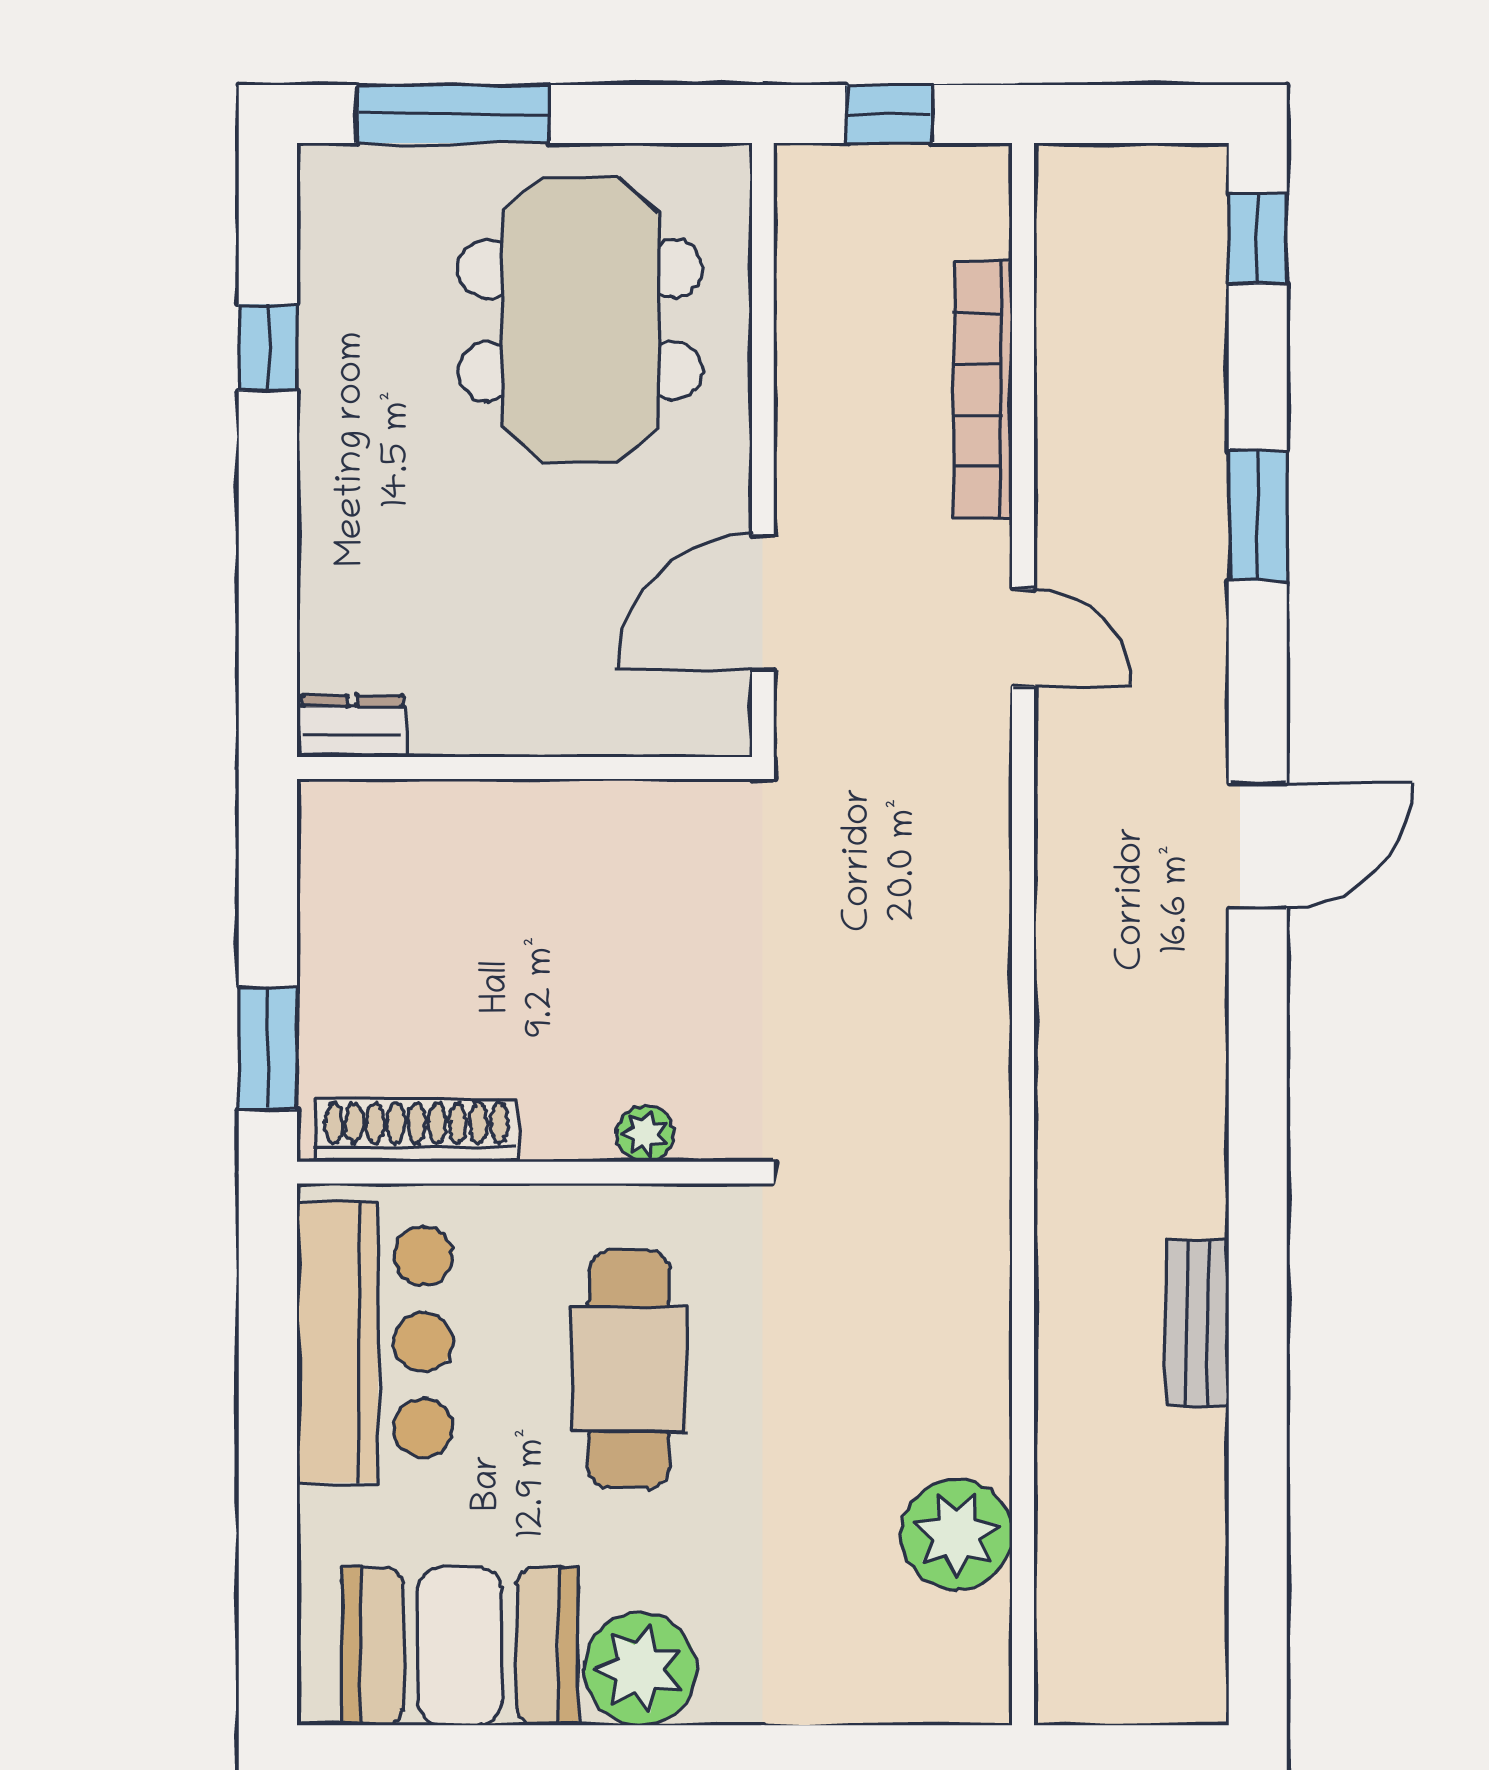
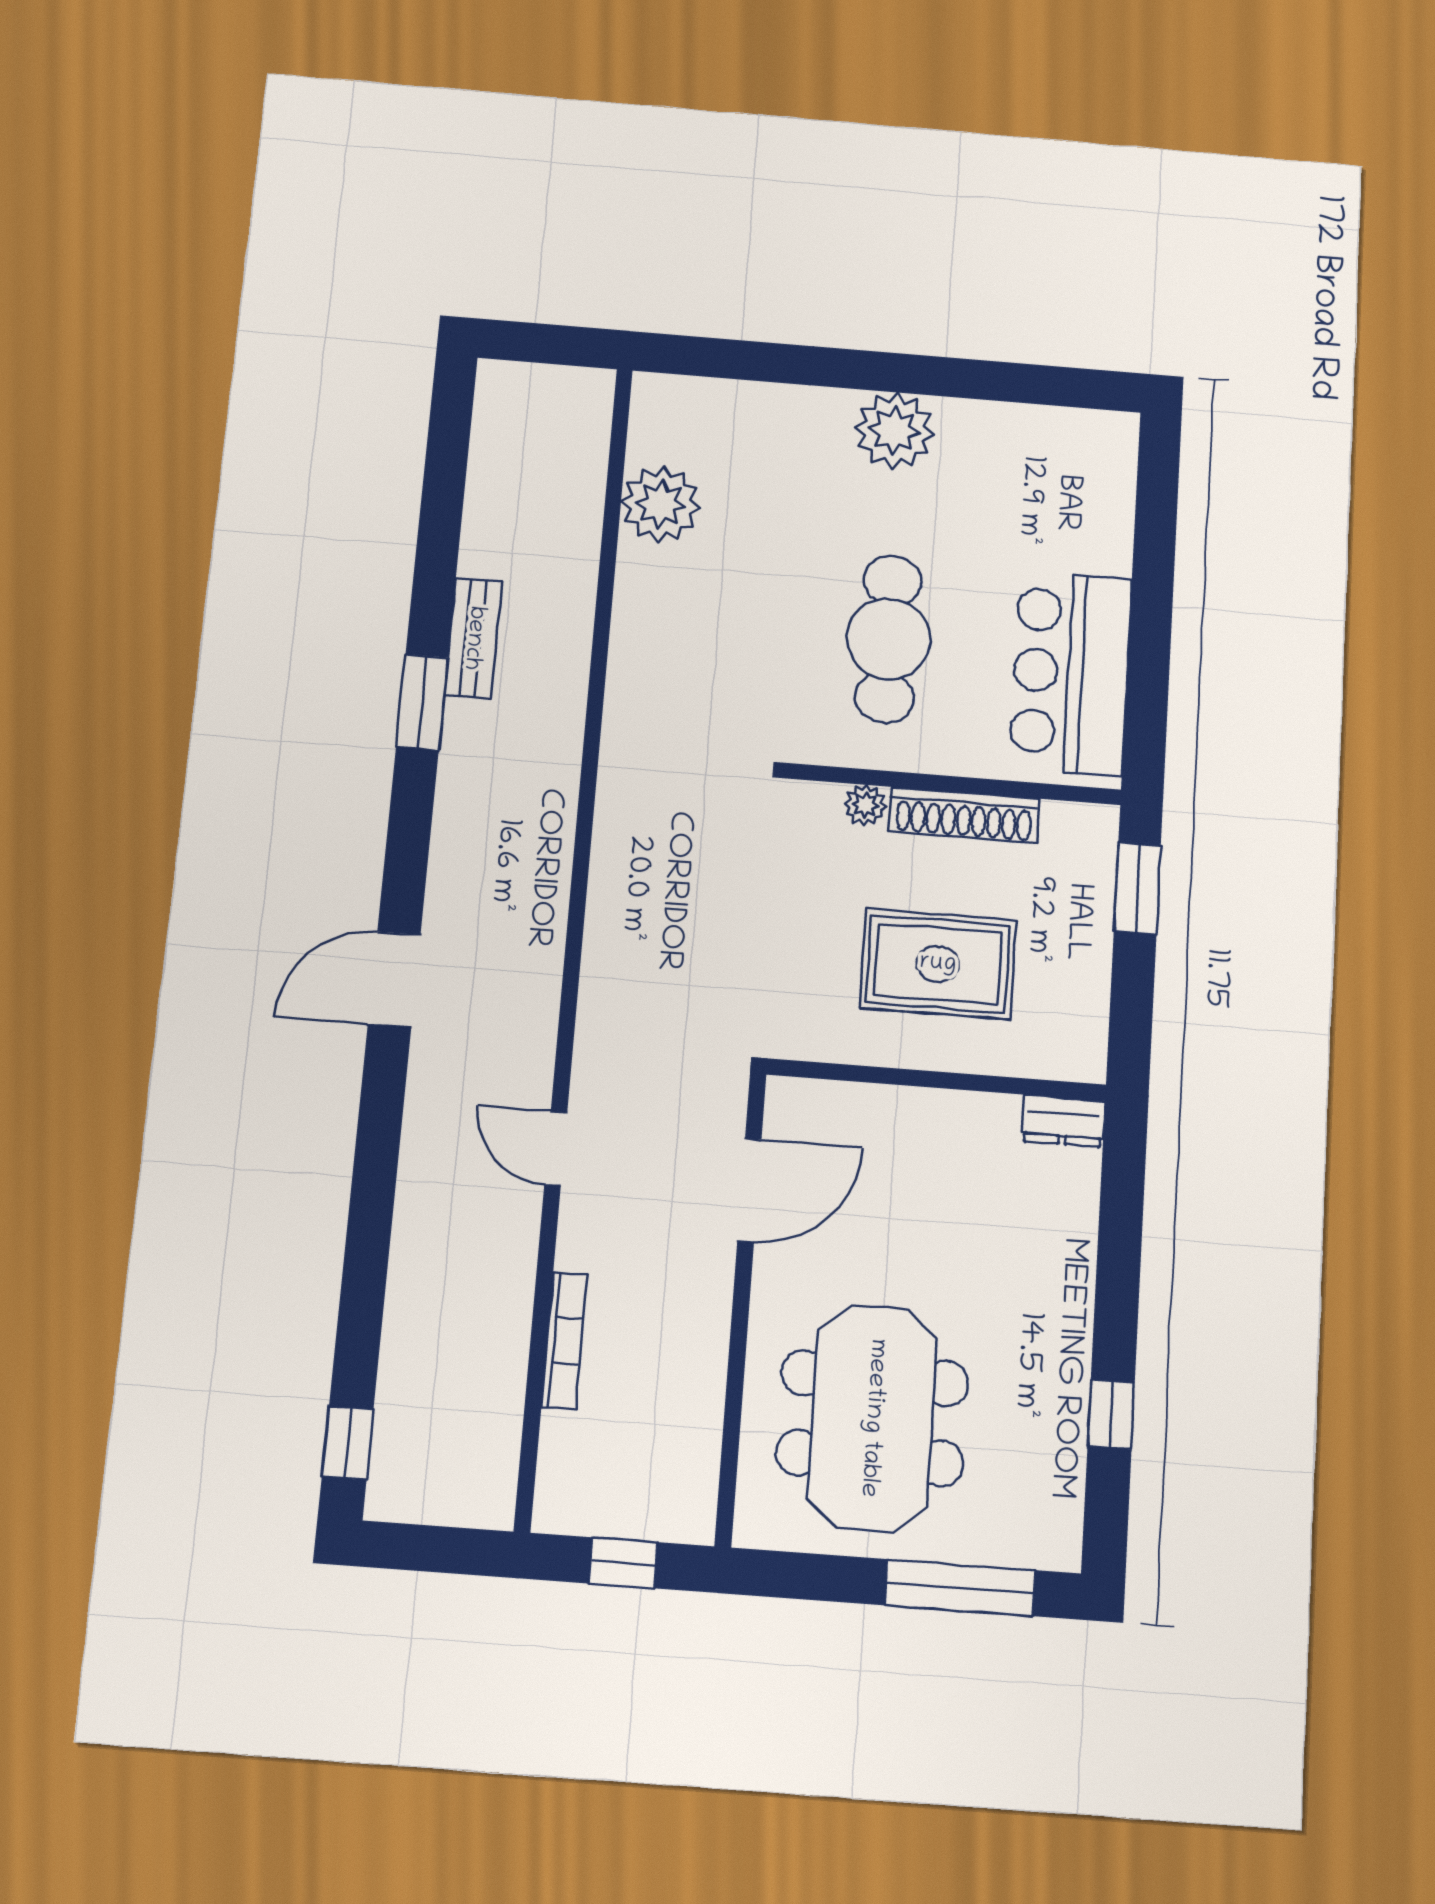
bookcase: (983, 389) -> (564, 1341), width x0.68, depth x0.76
window: (1258, 515) -> (422, 702), moved
rug: (532, 924) -> (938, 964), added
shoe rack: (416, 1131) -> (964, 815), moved
booth: (460, 1646) -> (1022, 457), removed

